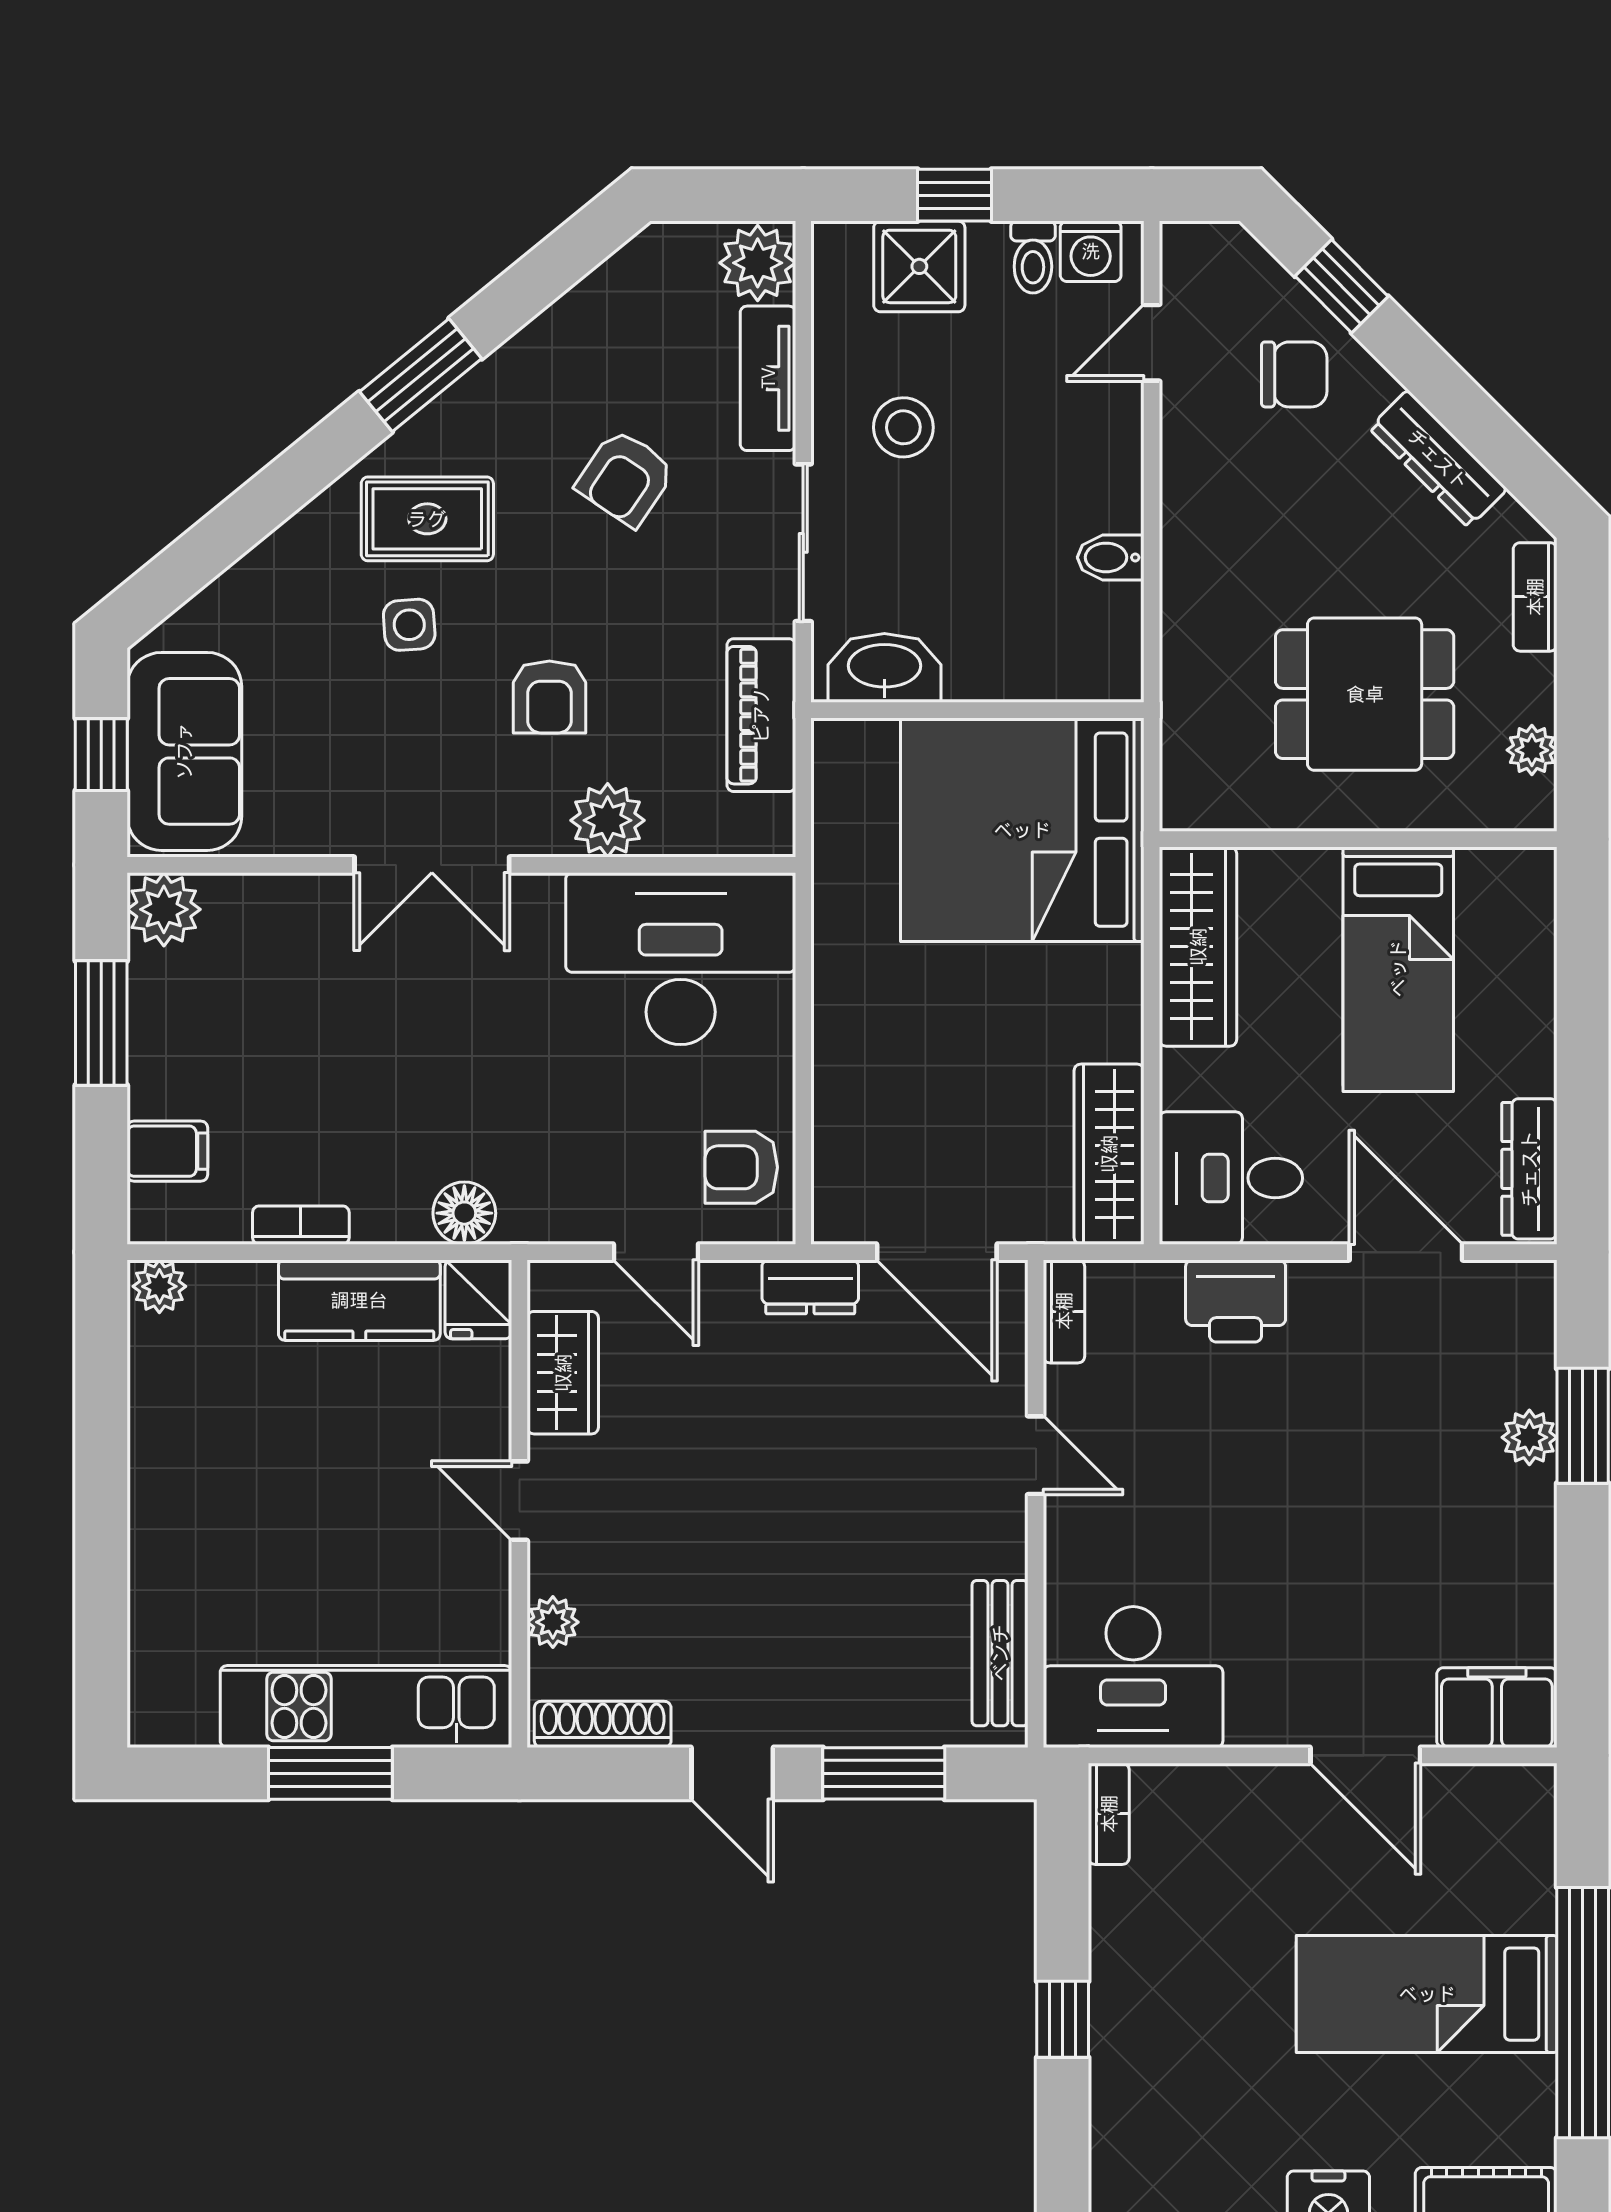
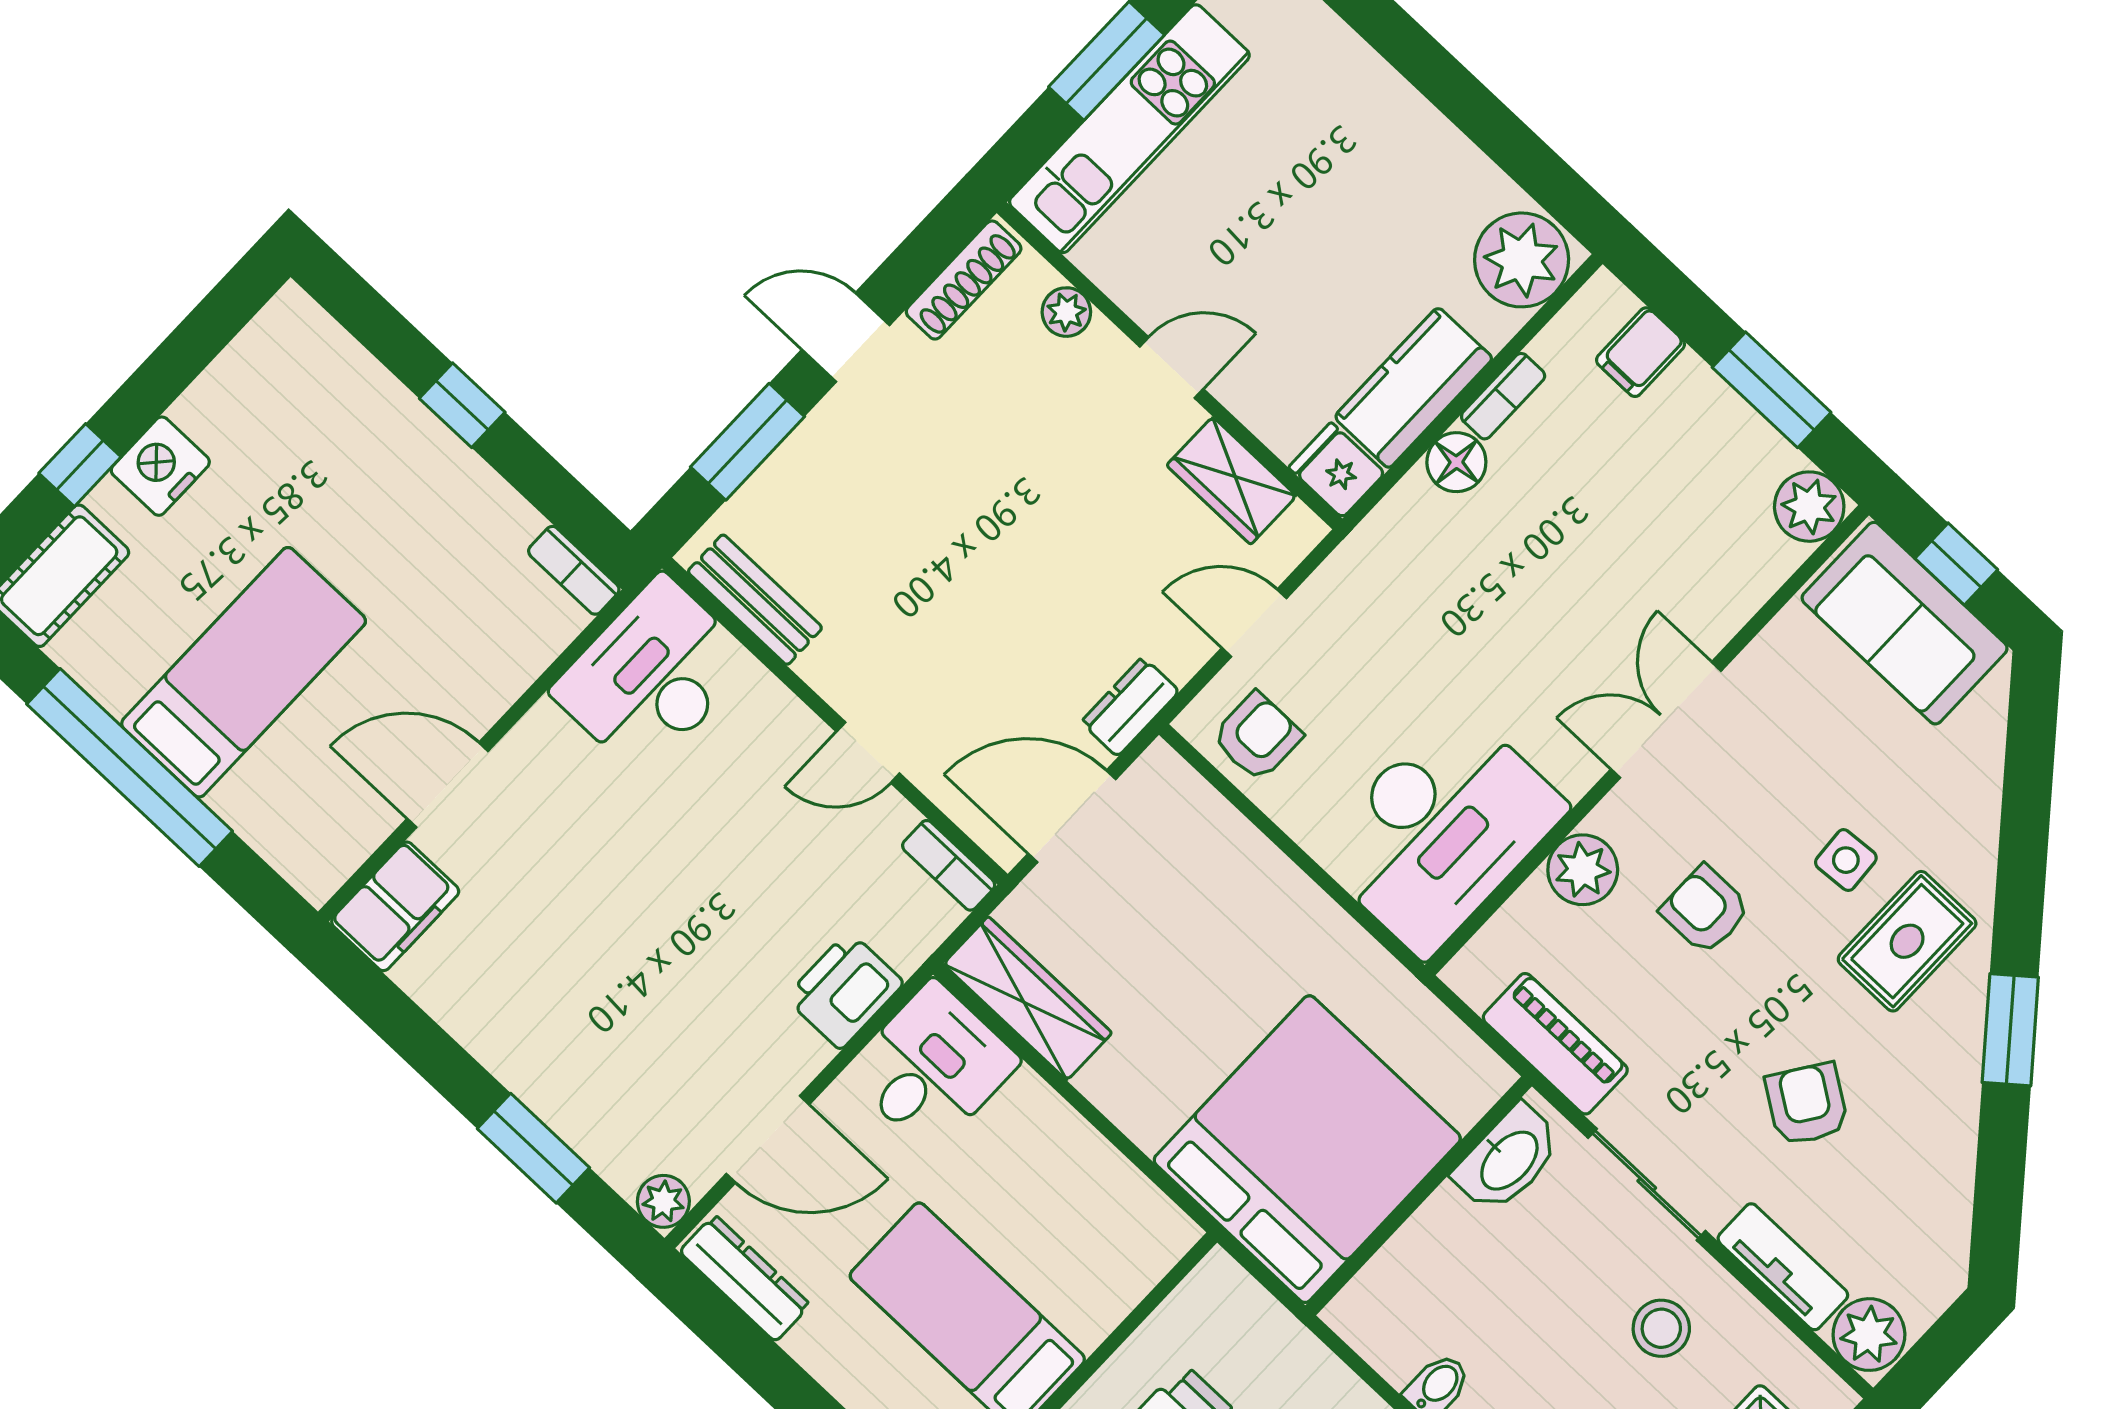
wardrobe: (1198, 947) -> (1113, 1194), removed
floor lamp: (464, 1213) -> (1456, 462), moved
plant: (159, 1286) -> (1522, 260), width x1.87, depth x1.87
plant: (1529, 1437) -> (663, 1201), moved

